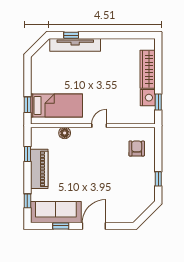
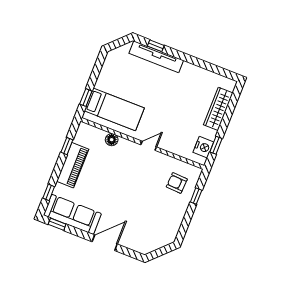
nightstand: (148, 98) -> (203, 147), moved
armchair: (137, 149) -> (177, 183), turned -87
window: (158, 179) -> (196, 196), moved
window: (61, 226) -> (57, 224), moved

